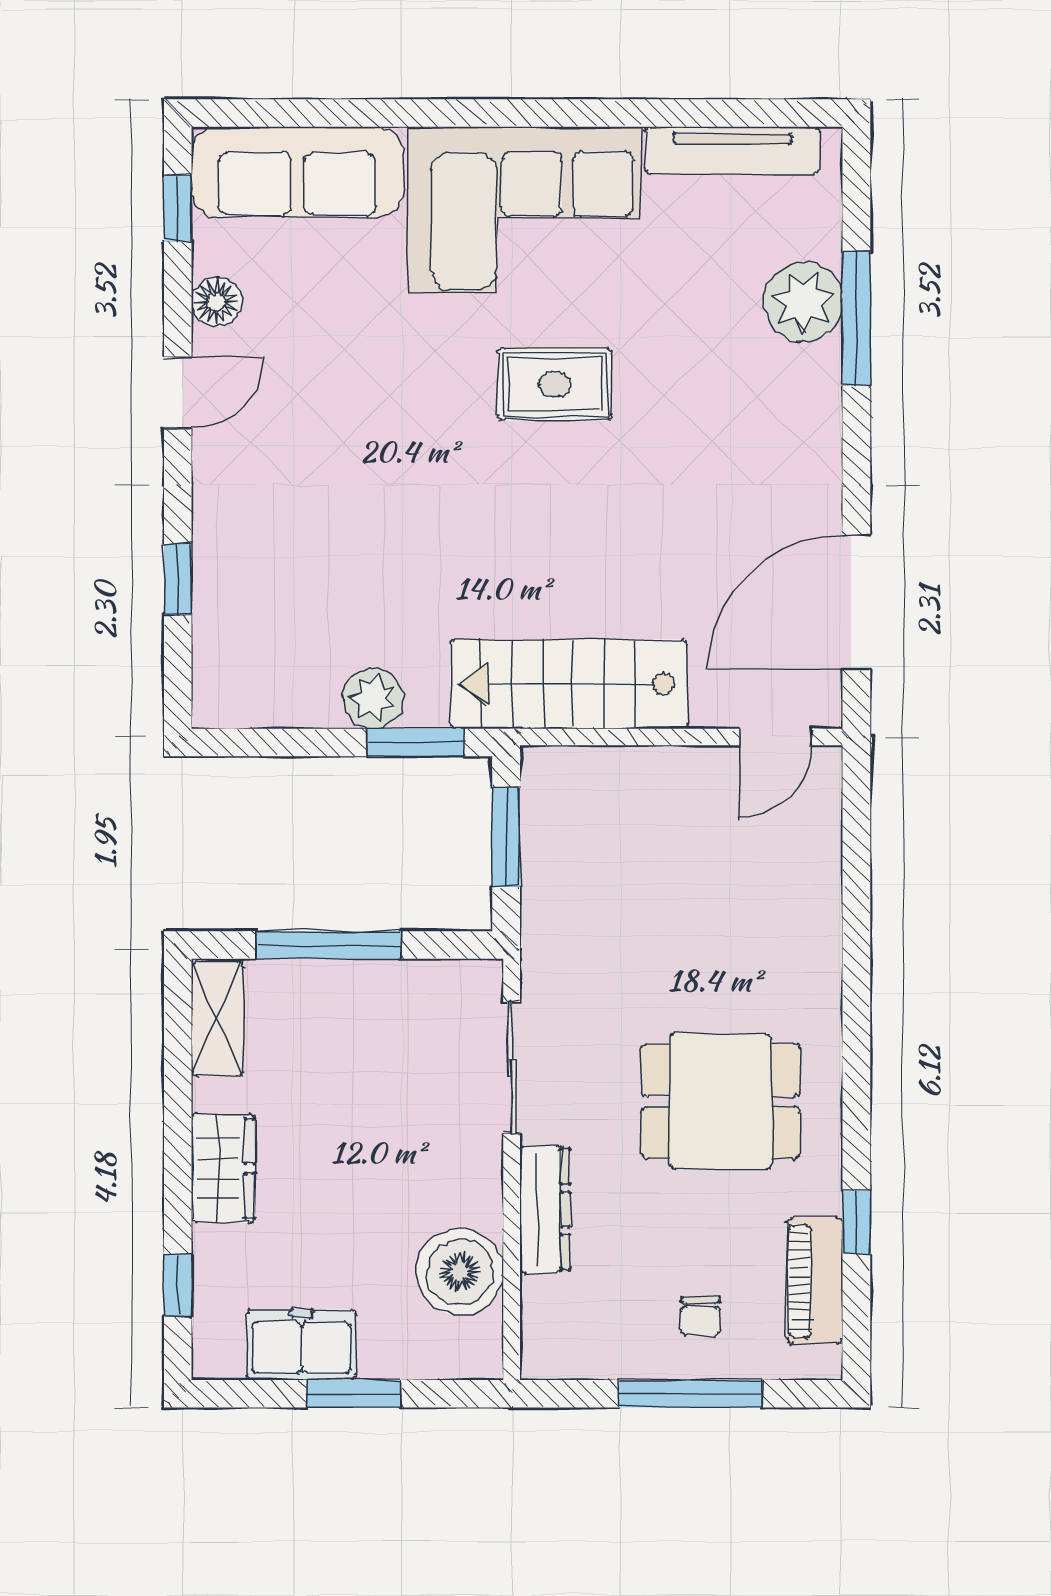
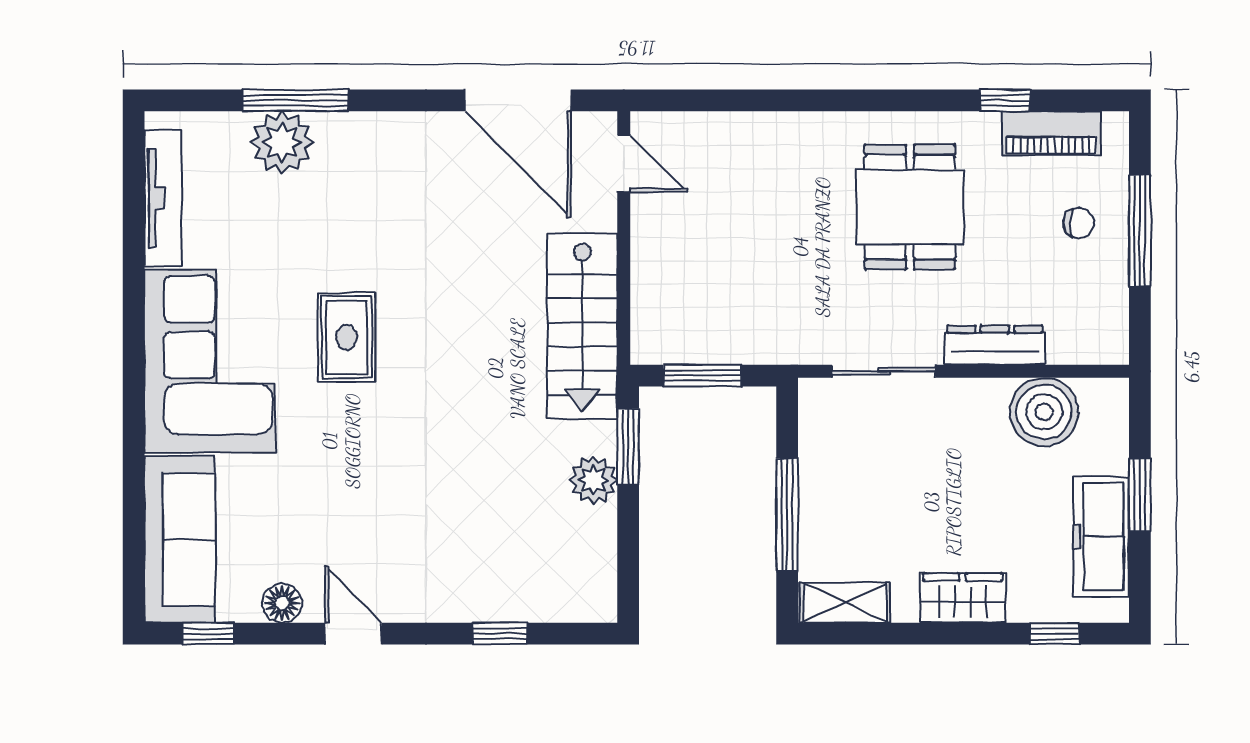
freezer: (301, 1345) -> (1101, 536), width x1.40

